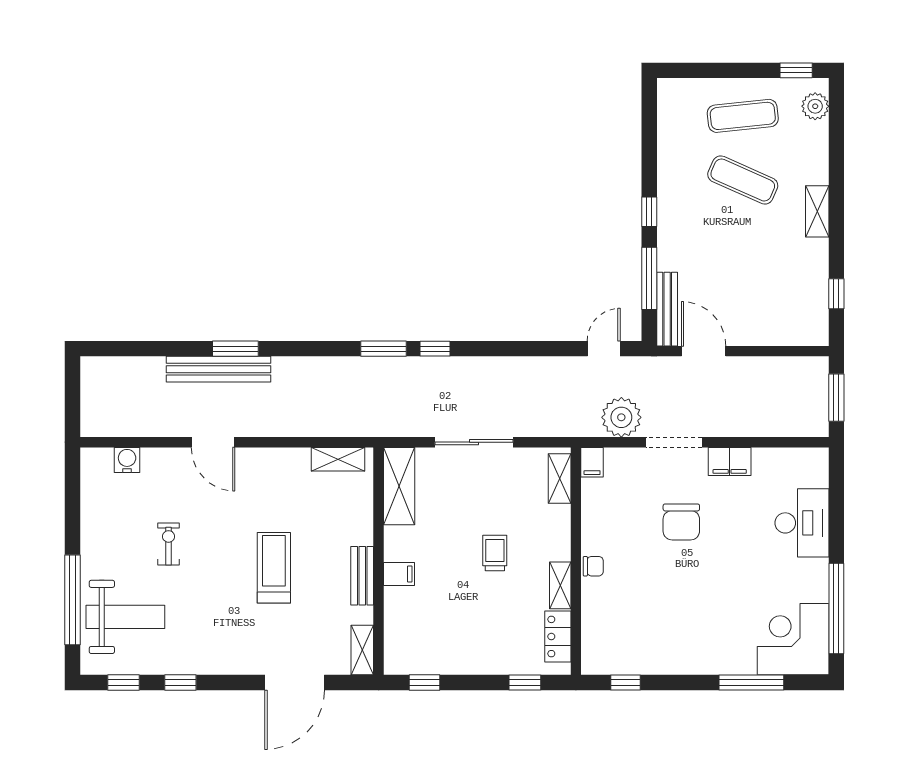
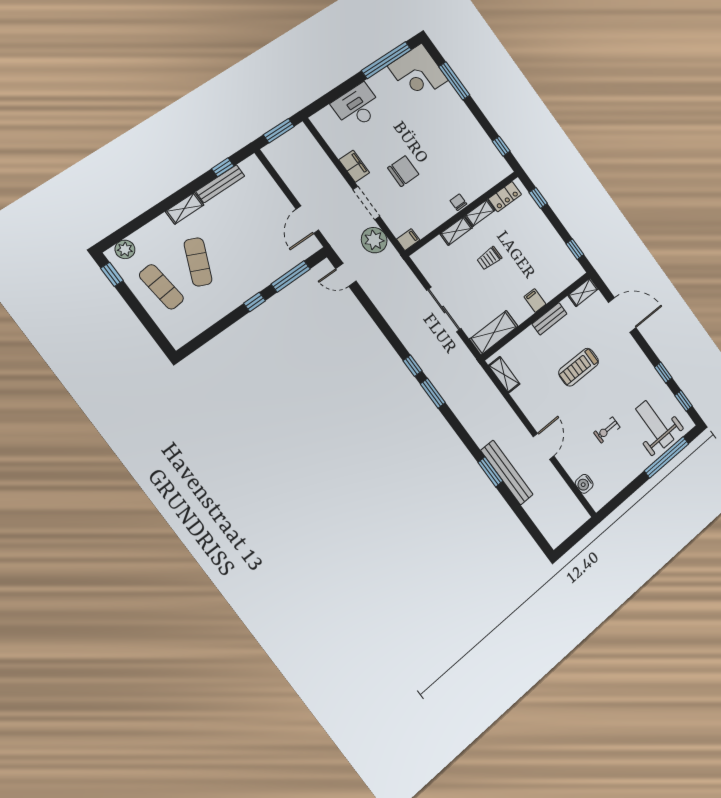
bench: (667, 309) -> (220, 184), moved
shelving: (560, 478) -> (456, 231), moved

